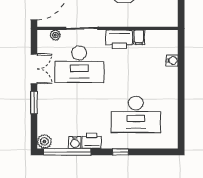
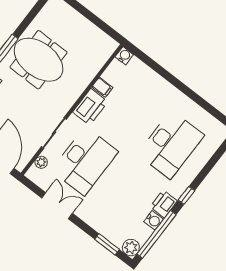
water cooler: (172, 60) -> (124, 56), moved
window: (34, 103) -> (107, 244), moved
window: (120, 152) -> (186, 195), moved

